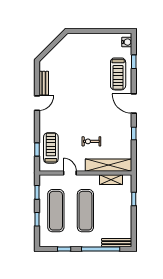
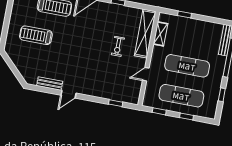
door: (37, 103) -> (68, 94), swing flipped
treadmill: (51, 148) -> (36, 35), moved

